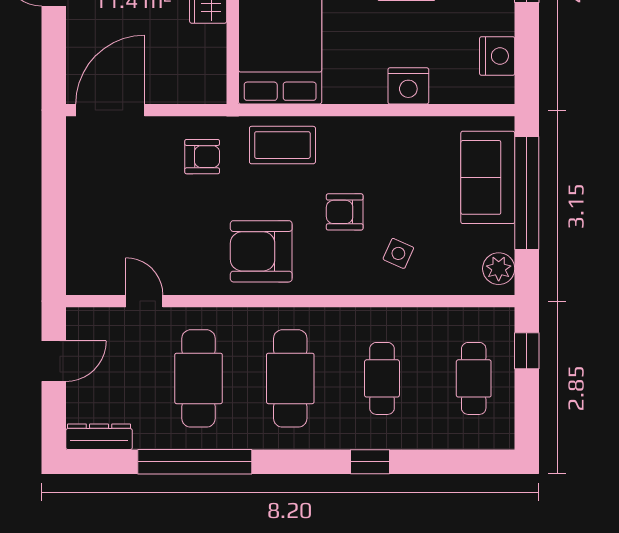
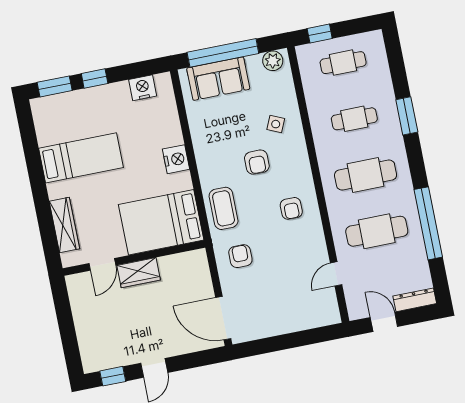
nightstand: (408, 86) -> (176, 159), moved
armchair: (261, 251) -> (291, 208), width x0.53, depth x0.53
dresser: (99, 437) -> (415, 300), moved, turned 90
window: (370, 462) -> (407, 116), width x1.50

